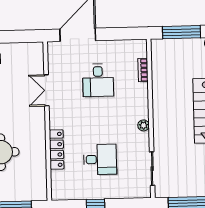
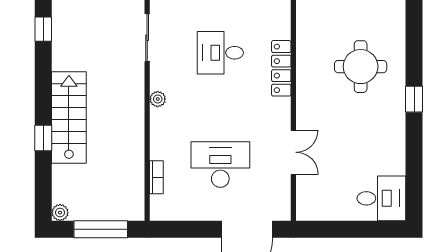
desk: (98, 80) -> (220, 164), width x1.37

